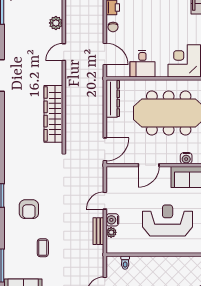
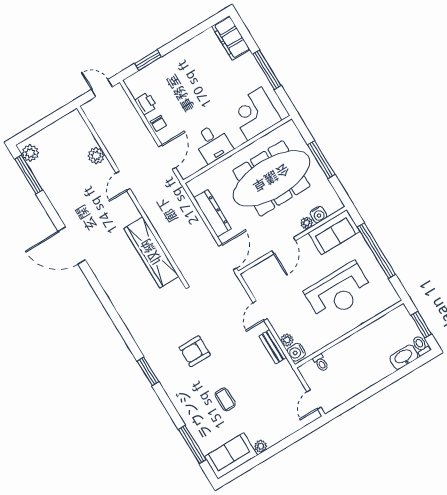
door: (105, 54) -> (167, 157), hinge flipped
dresser: (113, 98) -> (213, 213), moved
plant: (174, 159) -> (307, 223), added
armchair: (29, 209) -> (195, 351), moved, turned 90
water cooler: (112, 220) -> (296, 352), moved
reception desk: (168, 220) -> (338, 292), turned 180

